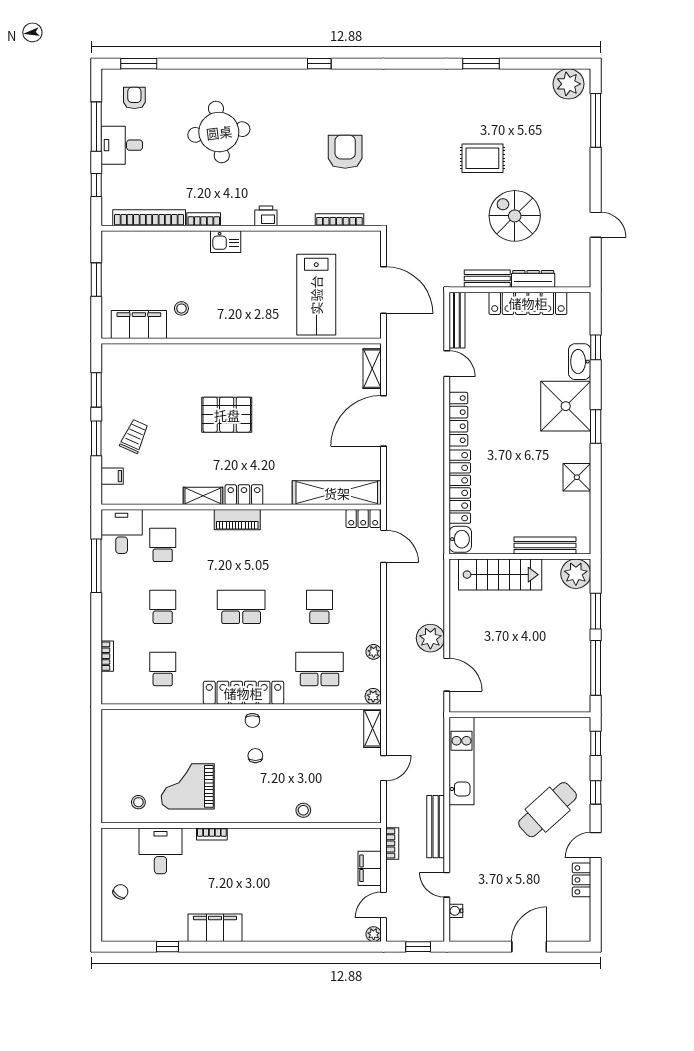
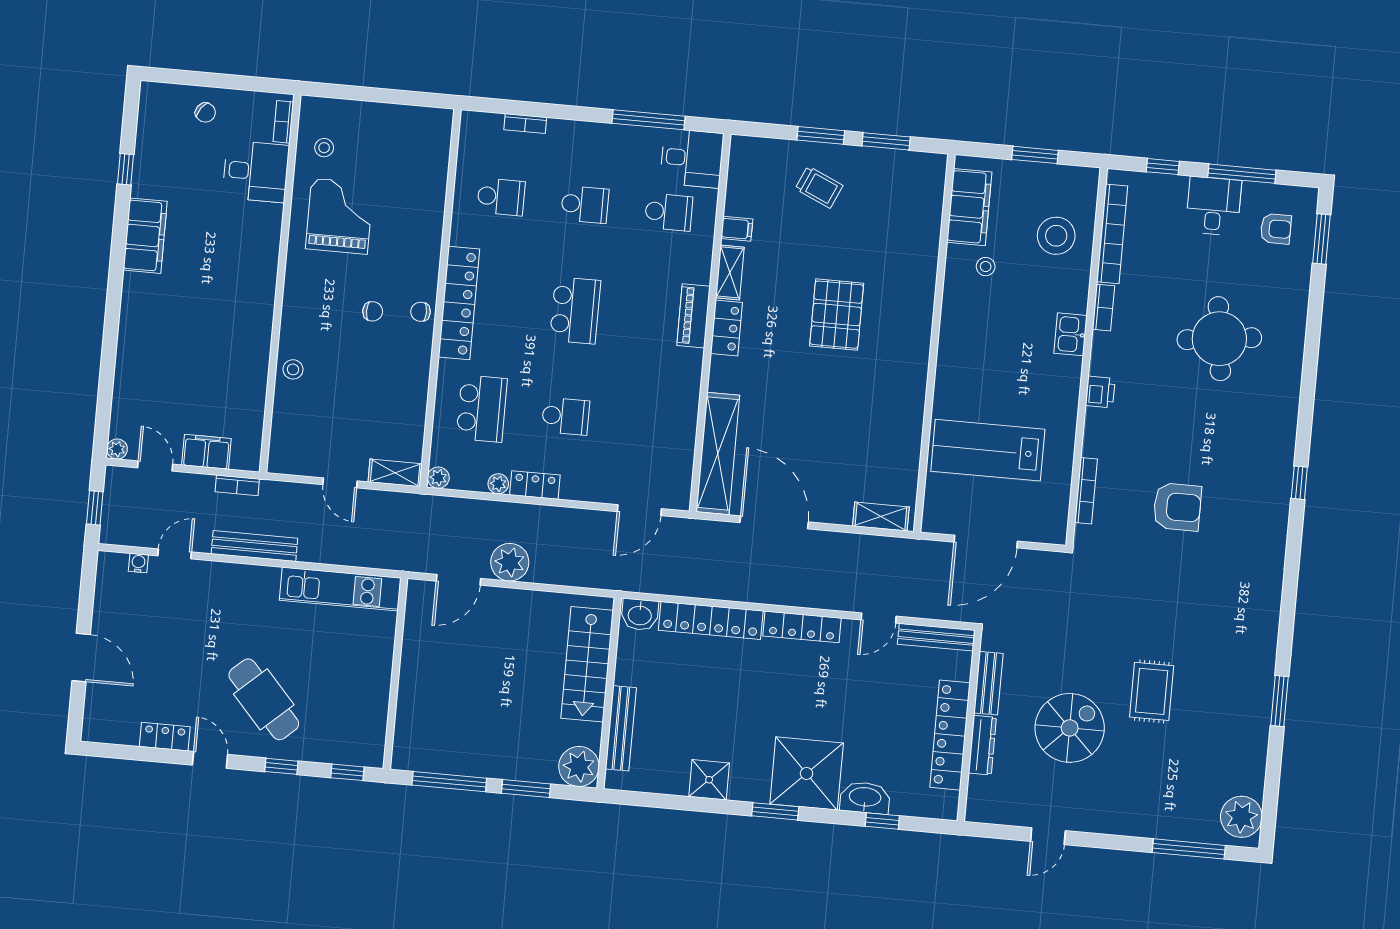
stool: (154, 259) -> (1056, 236), added
door: (383, 421) -> (774, 522), moved
filing cabinet: (112, 476) -> (737, 229), moved, turned -90
locker: (363, 519) -> (535, 485), moved, turned 90
bookcase: (212, 834) -> (283, 122), moved

